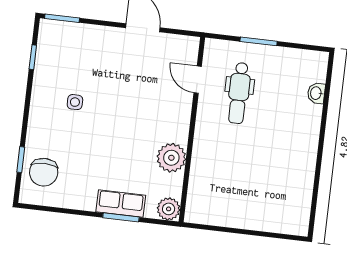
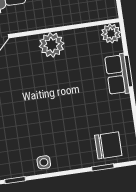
side table: (75, 102) -> (44, 162), moved
plant: (171, 158) -> (52, 45), moved

